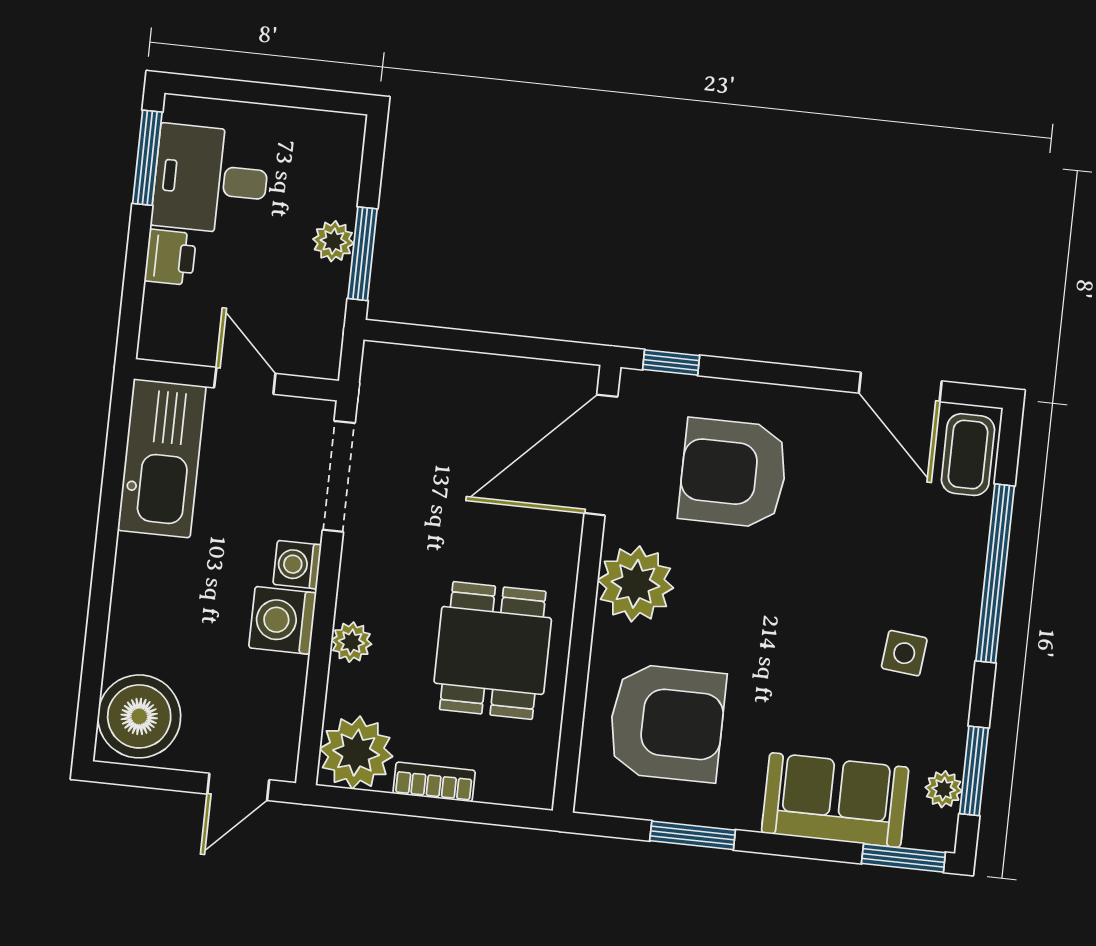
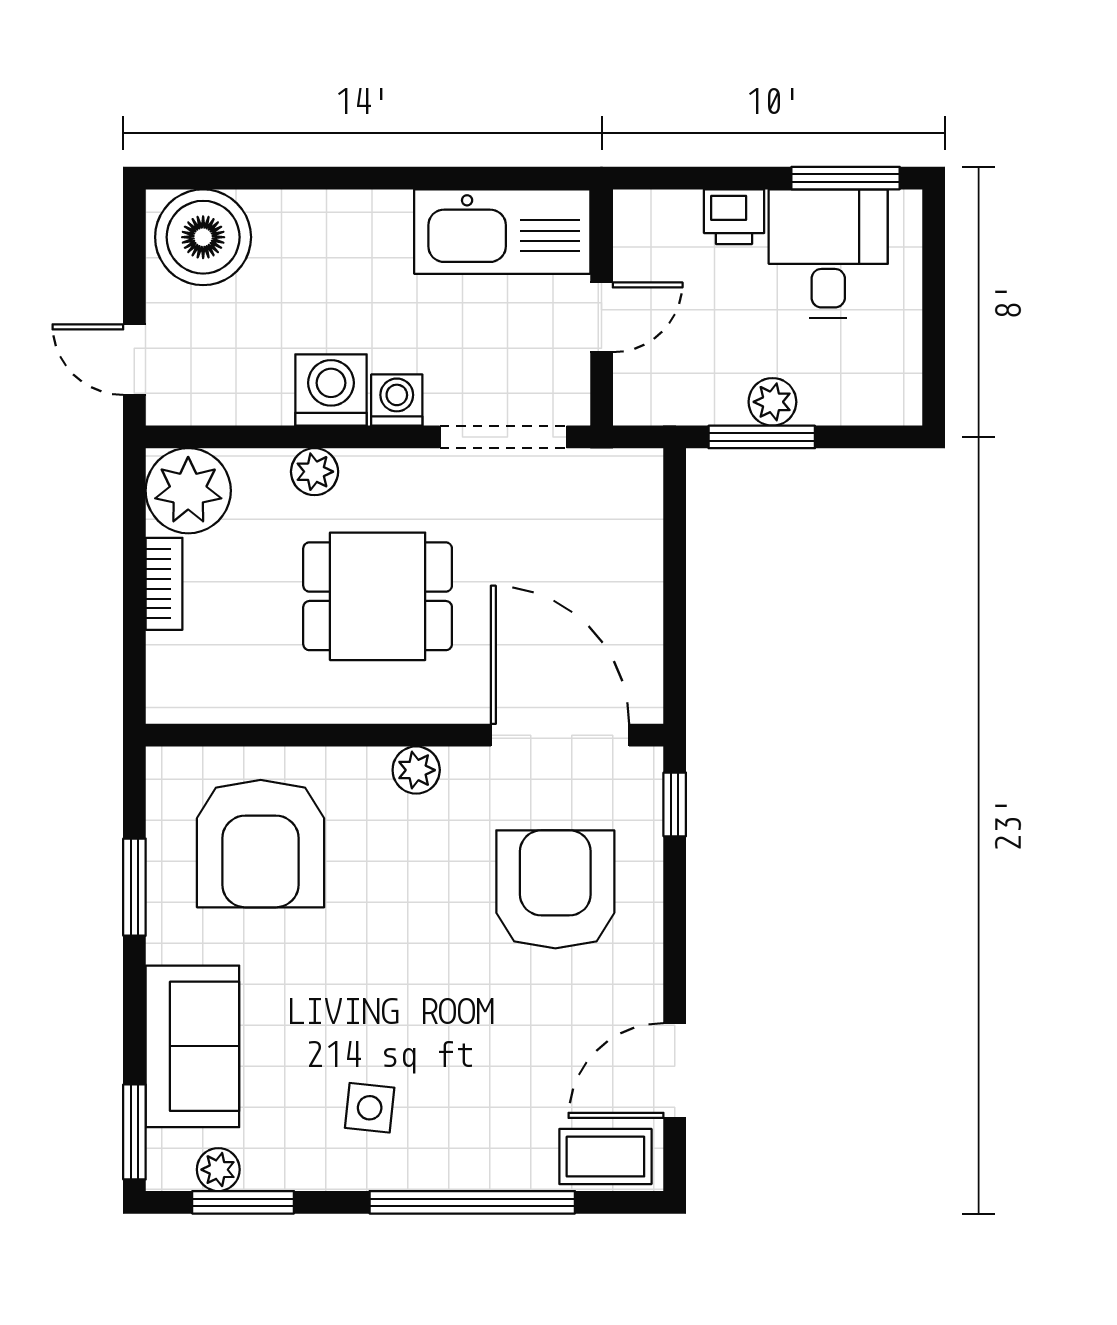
plant: (635, 584) -> (416, 770), width x0.53, depth x0.53
dining table: (493, 650) -> (378, 596), moved

